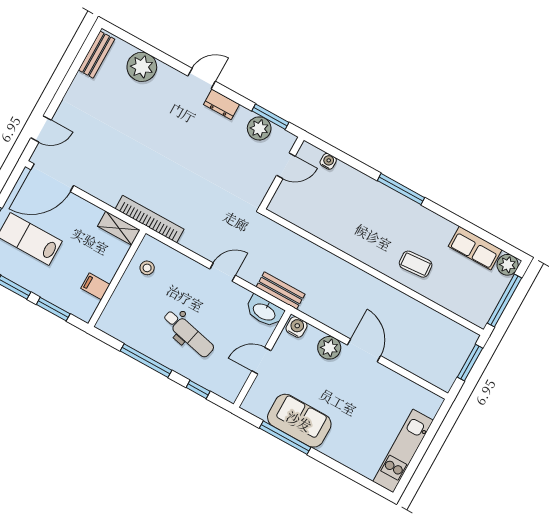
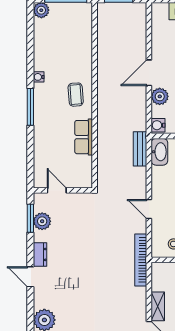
water cooler: (328, 161) -> (39, 77), moved
shelving: (119, 228) -> (158, 306), moved
row of seats: (475, 248) -> (84, 137), moved, turned 180
coffee table: (416, 264) -> (76, 95), moved
door: (223, 272) -> (149, 209), moved

